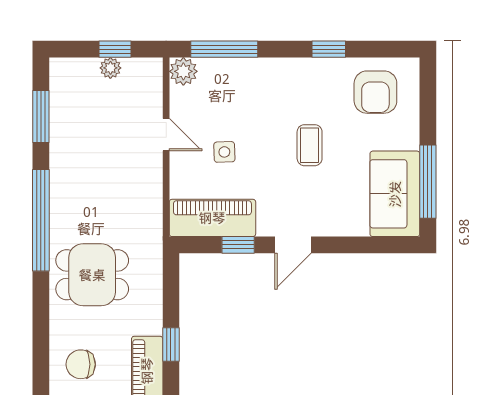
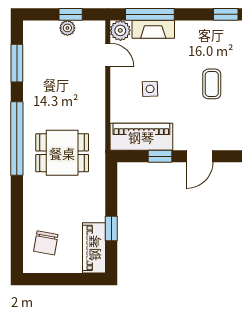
fireplace: (229, 70) -> (153, 29), added
door: (166, 135) -> (108, 55), moved
dining table: (92, 275) -> (62, 153), moved
chair: (81, 364) -> (46, 243), turned -80

